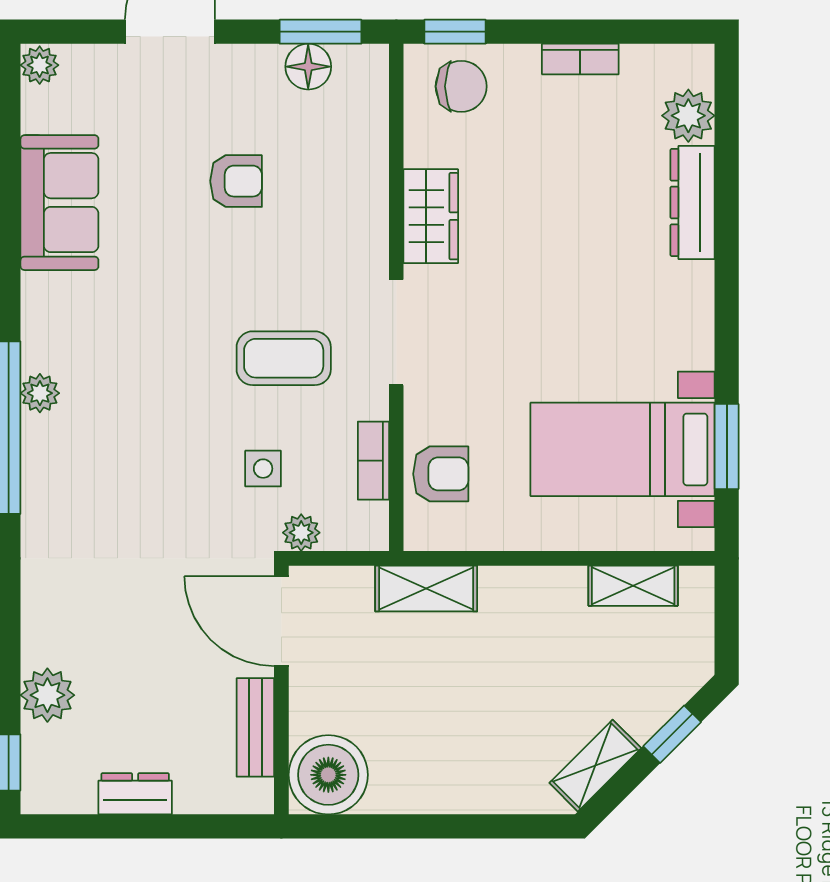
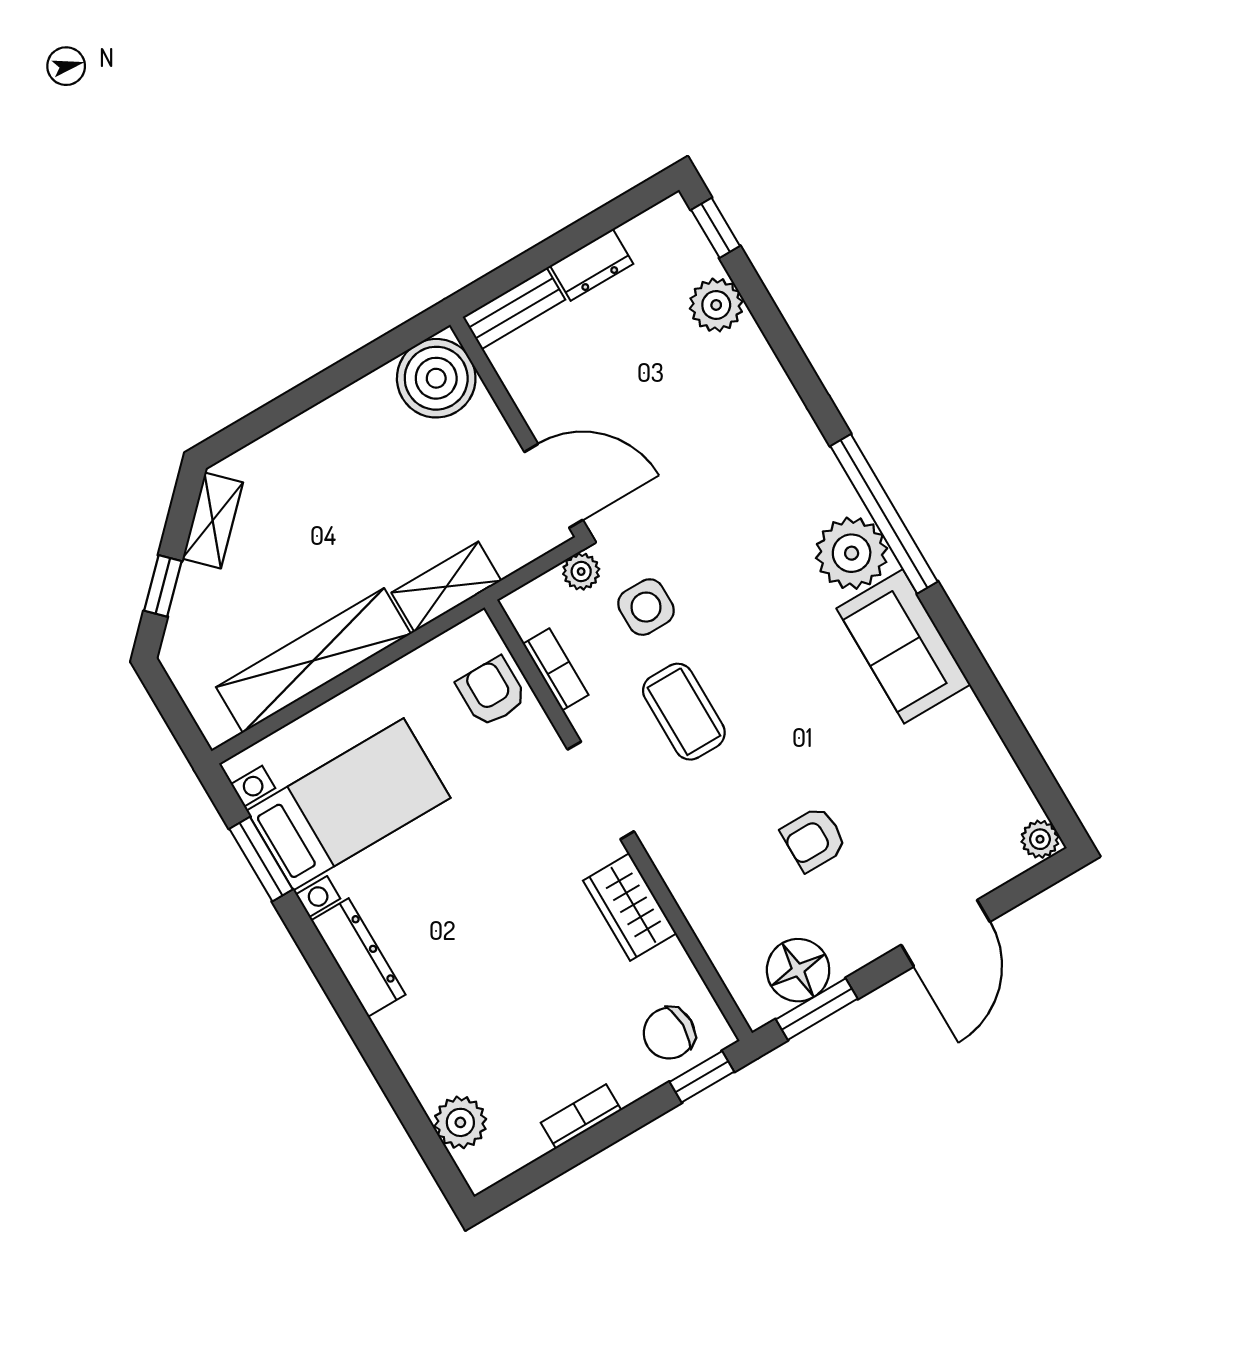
floor lamp: (308, 67) -> (798, 970), width x1.38, depth x1.38
dresser: (693, 202) -> (358, 958), moved
sofa: (59, 203) -> (903, 646), moved
coffee table: (284, 358) -> (684, 712), turned 90
plant: (40, 393) -> (852, 553), width x1.87, depth x1.87
side table: (263, 469) -> (646, 607), width x1.37, depth x1.37
armchair: (441, 474) -> (492, 692), turned 90
shelving: (633, 586) -> (313, 660), width x2.20, depth x1.33
bench: (255, 727) -> (514, 308), moved, turned 90

